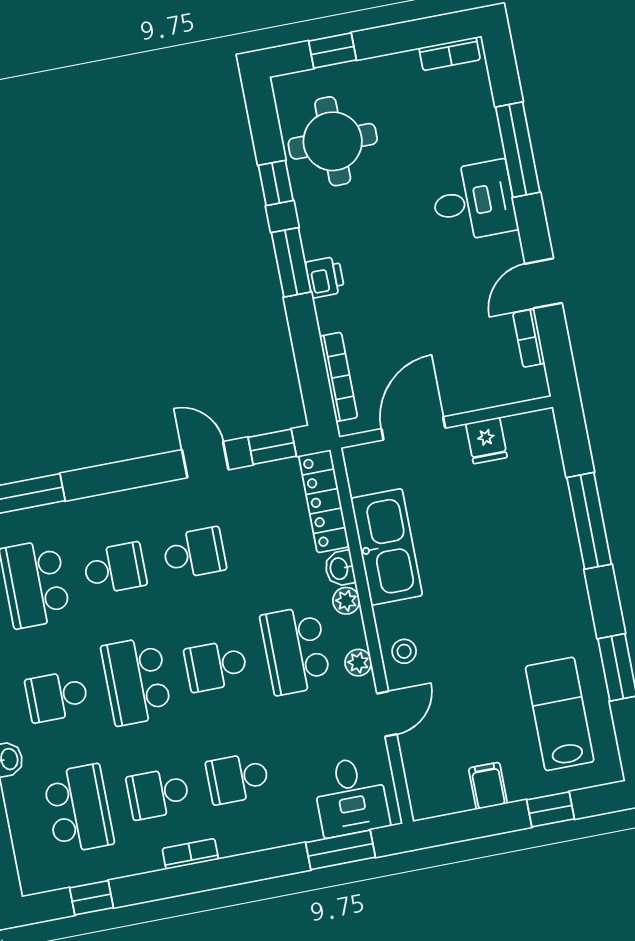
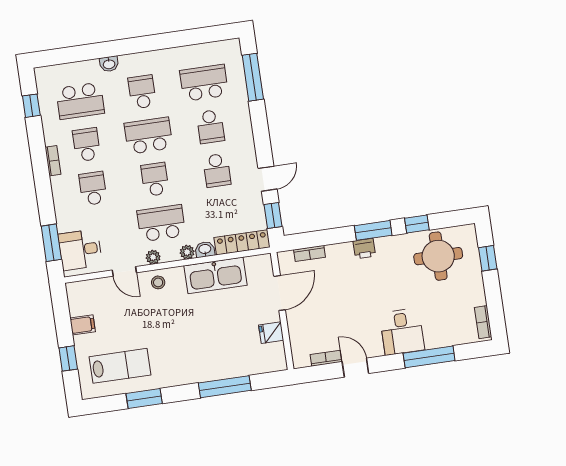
bookcase: (339, 377) -> (309, 253), width x0.64
door: (413, 428) -> (280, 293), hinge flipped

